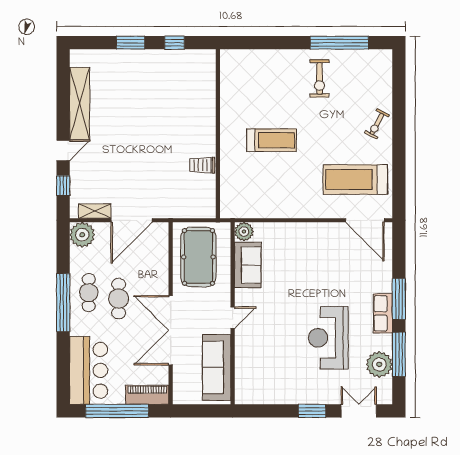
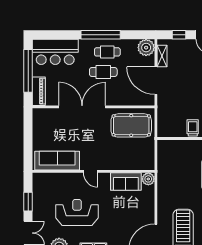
plant: (244, 232) -> (148, 179), moved
sofa: (248, 265) -> (126, 182), moved
wall: (233, 313) -> (93, 171), moved
door: (233, 318) -> (91, 171), moved
sofa: (217, 367) -> (57, 161), moved

